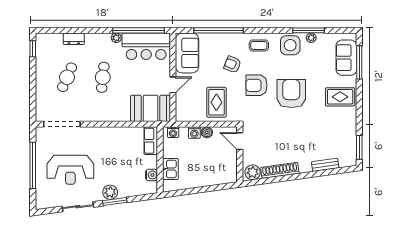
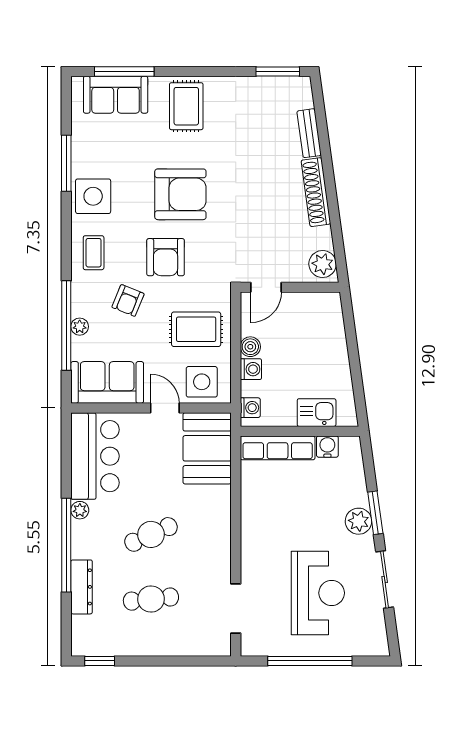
window: (139, 30) -> (66, 545), moved
plant: (311, 38) -> (80, 327), moved
dresser: (74, 39) -> (82, 587), width x1.44
cafe table: (67, 77) -> (151, 599), turned -30
cafe table: (103, 77) -> (151, 534), turned -30
armchair: (291, 94) -> (180, 194), turned 180
side table: (187, 105) -> (202, 382), added
doorway: (62, 124) -> (236, 608), width x0.73
row of seats: (151, 141) -> (278, 448), width x1.48
shoe rack: (280, 170) -> (316, 192), moved

